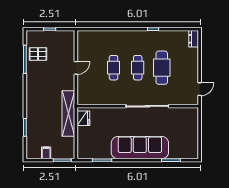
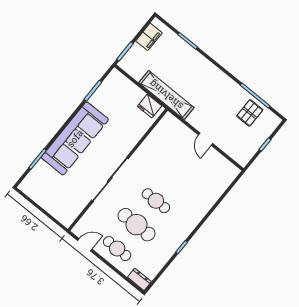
cafe table: (114, 68) -> (117, 249), moved
door: (200, 89) -> (85, 245), swing flipped
filing cabinet: (46, 153) -> (149, 37), width x2.00

